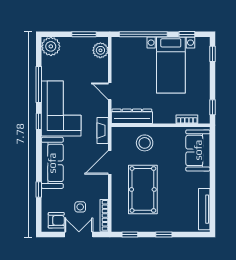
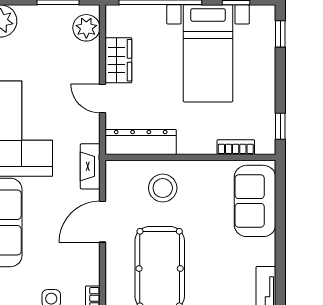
wardrobe: (119, 69) -> (118, 60), added

